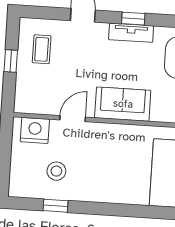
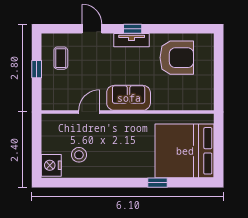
nightstand: (35, 130) -> (51, 165), moved, turned -90
window: (55, 206) -> (158, 183), moved

